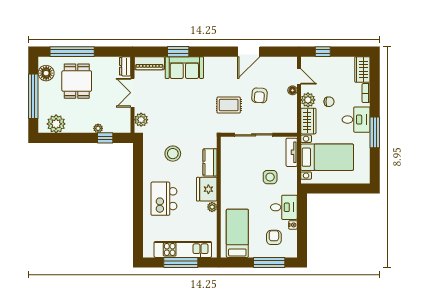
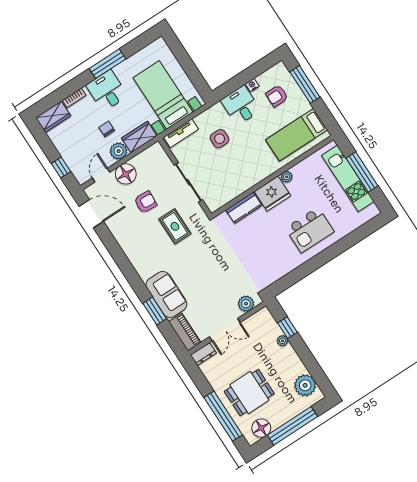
door: (249, 52) -> (91, 214), moved
floor lamp: (292, 90) -> (126, 174), width x1.89, depth x1.89
stool: (173, 154) -> (259, 250), removed

